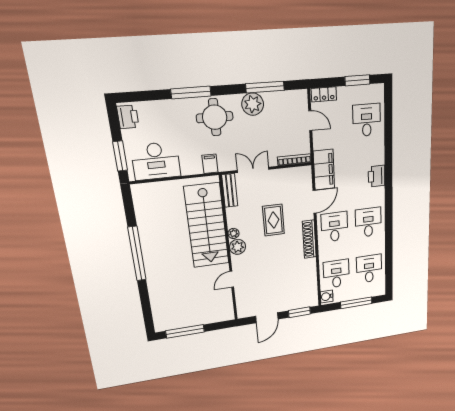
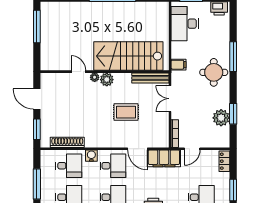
window: (265, 87) -> (233, 114), width x0.69
plant: (253, 104) -> (221, 118), moved
door: (310, 121) -> (192, 149), moved
double door: (253, 170) -> (170, 99), swing flipped
bench: (230, 190) -> (150, 78), width x1.36
plant: (234, 233) -> (95, 77), moved
shoe rack: (309, 239) -> (67, 142), moved
water cooler: (327, 297) -> (91, 156), moved

